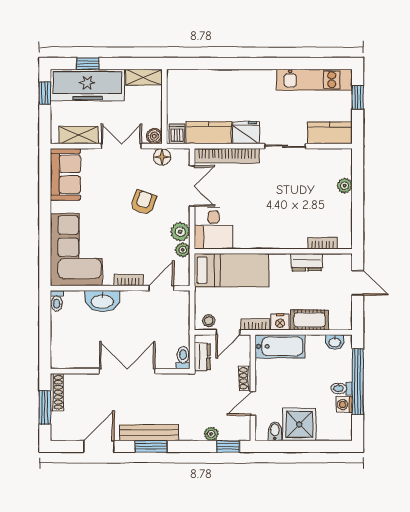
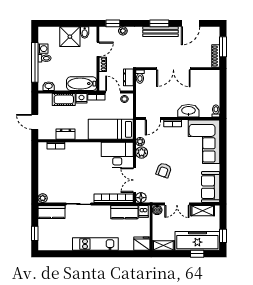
kitchen unit: (314, 80) -> (95, 244), moved
fridge: (246, 133) -> (142, 244), moved, turned 180
floor lamp: (162, 157) -> (141, 198), moved
plant: (345, 186) -> (43, 198), moved
desk: (213, 228) -> (117, 155), width x1.37
door: (228, 332) -> (113, 92), hinge flipped

